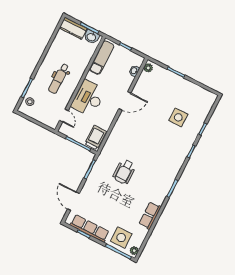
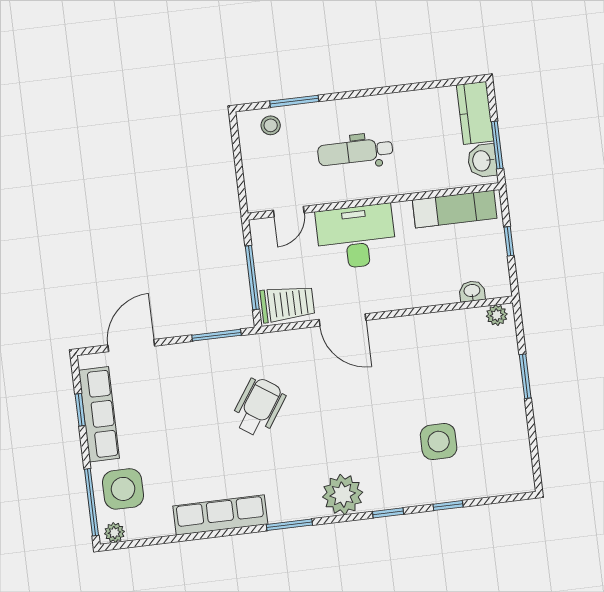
door: (125, 101) -> (342, 320), moved
plant: (174, 163) -> (343, 495), added
wheelchair: (124, 172) -> (258, 407), turned 124
row of seats: (150, 215) -> (220, 515), width x1.48

